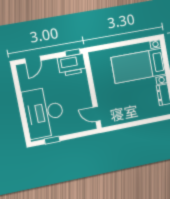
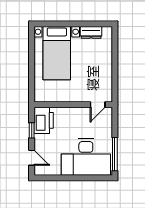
window: (73, 53) -> (32, 130), moved
window: (52, 140) -> (115, 154), width x2.17

